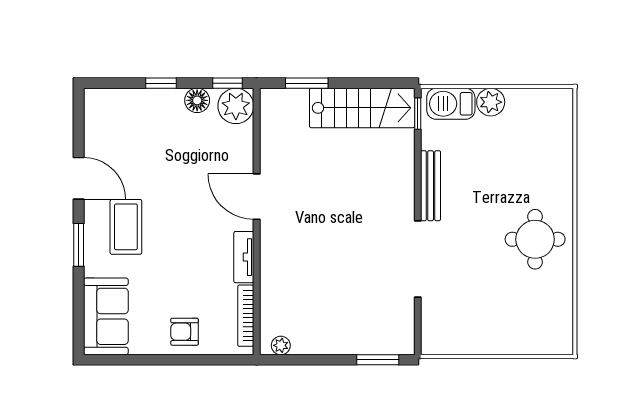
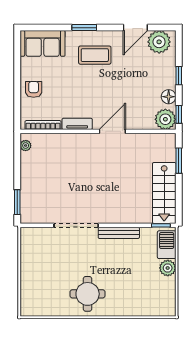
plant: (103, 117) -> (159, 42), added
door: (79, 178) -> (135, 28), moved

